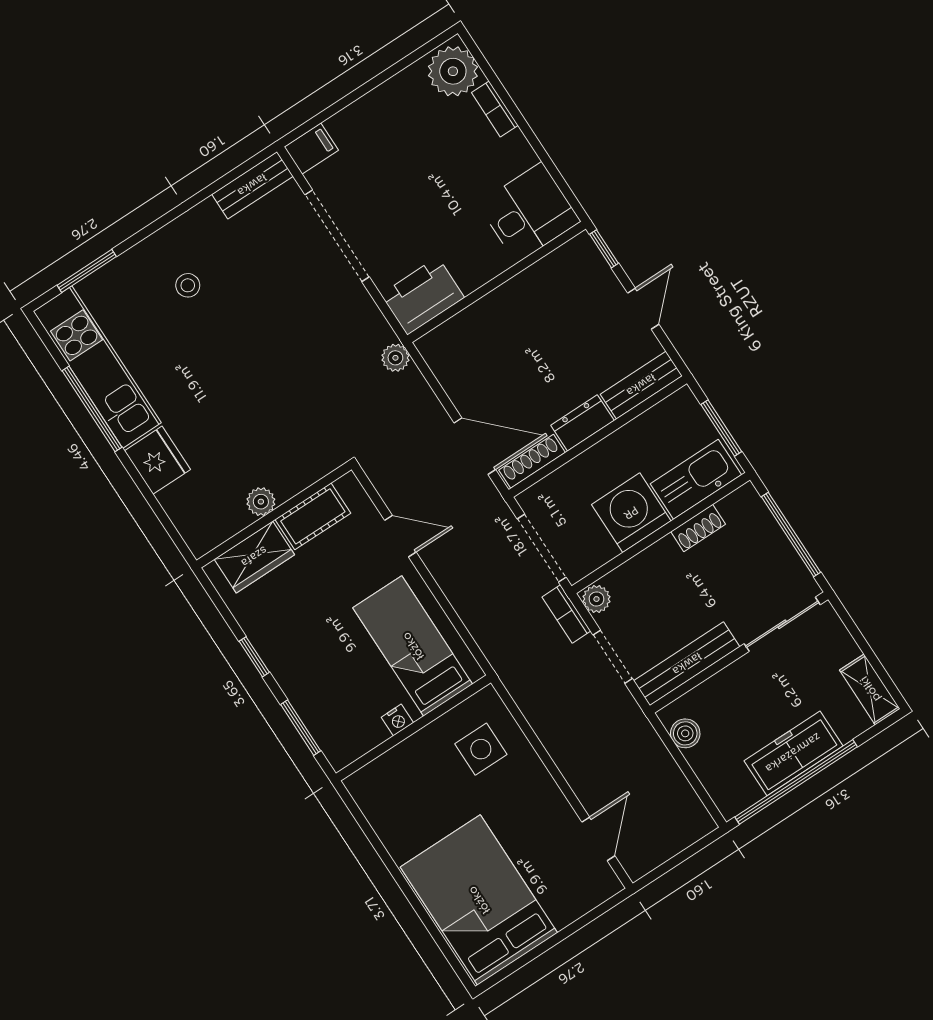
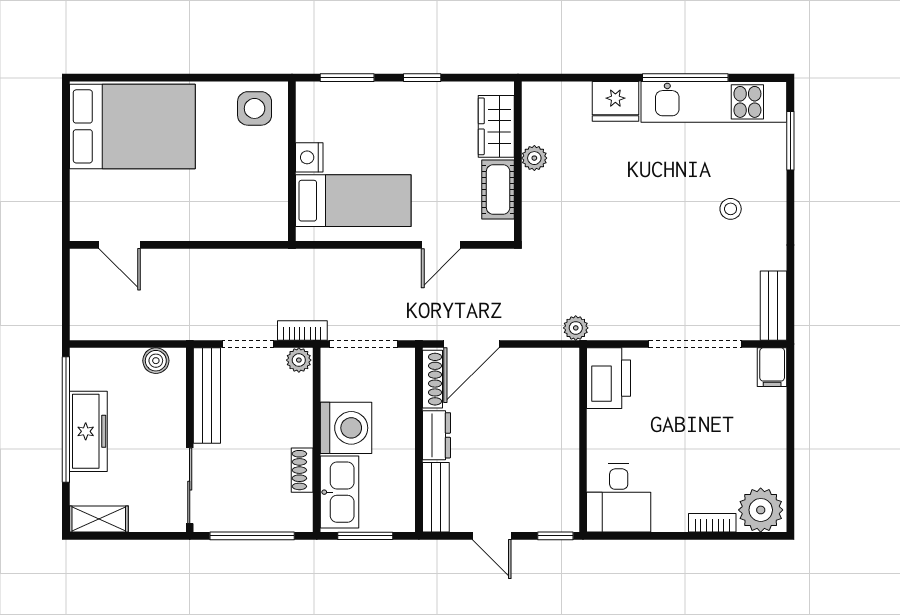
nightstand: (397, 720) -> (309, 157), width x1.39, depth x1.35
side table: (481, 749) -> (255, 108), moved

